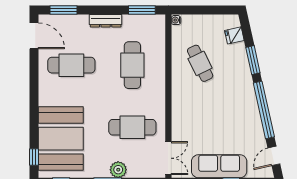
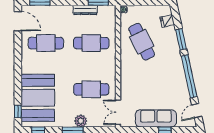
dresser: (106, 21) -> (85, 10), moved
cafe table: (200, 63) -> (142, 42), width x1.37, depth x1.35
cafe table: (132, 65) -> (91, 43), turned 90
double door: (168, 158) -> (118, 112), swing flipped

